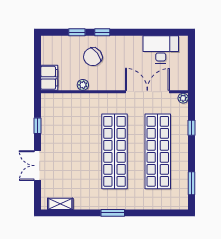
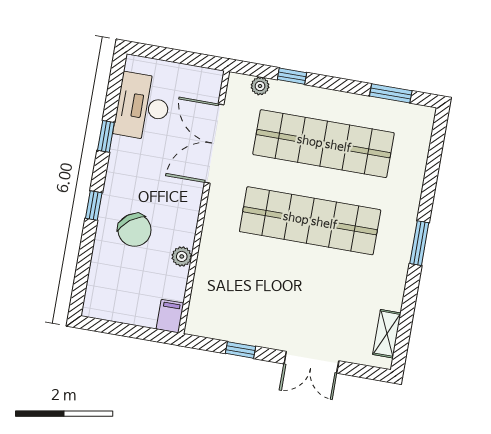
window: (77, 32) -> (106, 136), moved
filing cabinet: (49, 78) -> (170, 316), width x0.50
plant: (183, 98) -> (260, 86), moved

